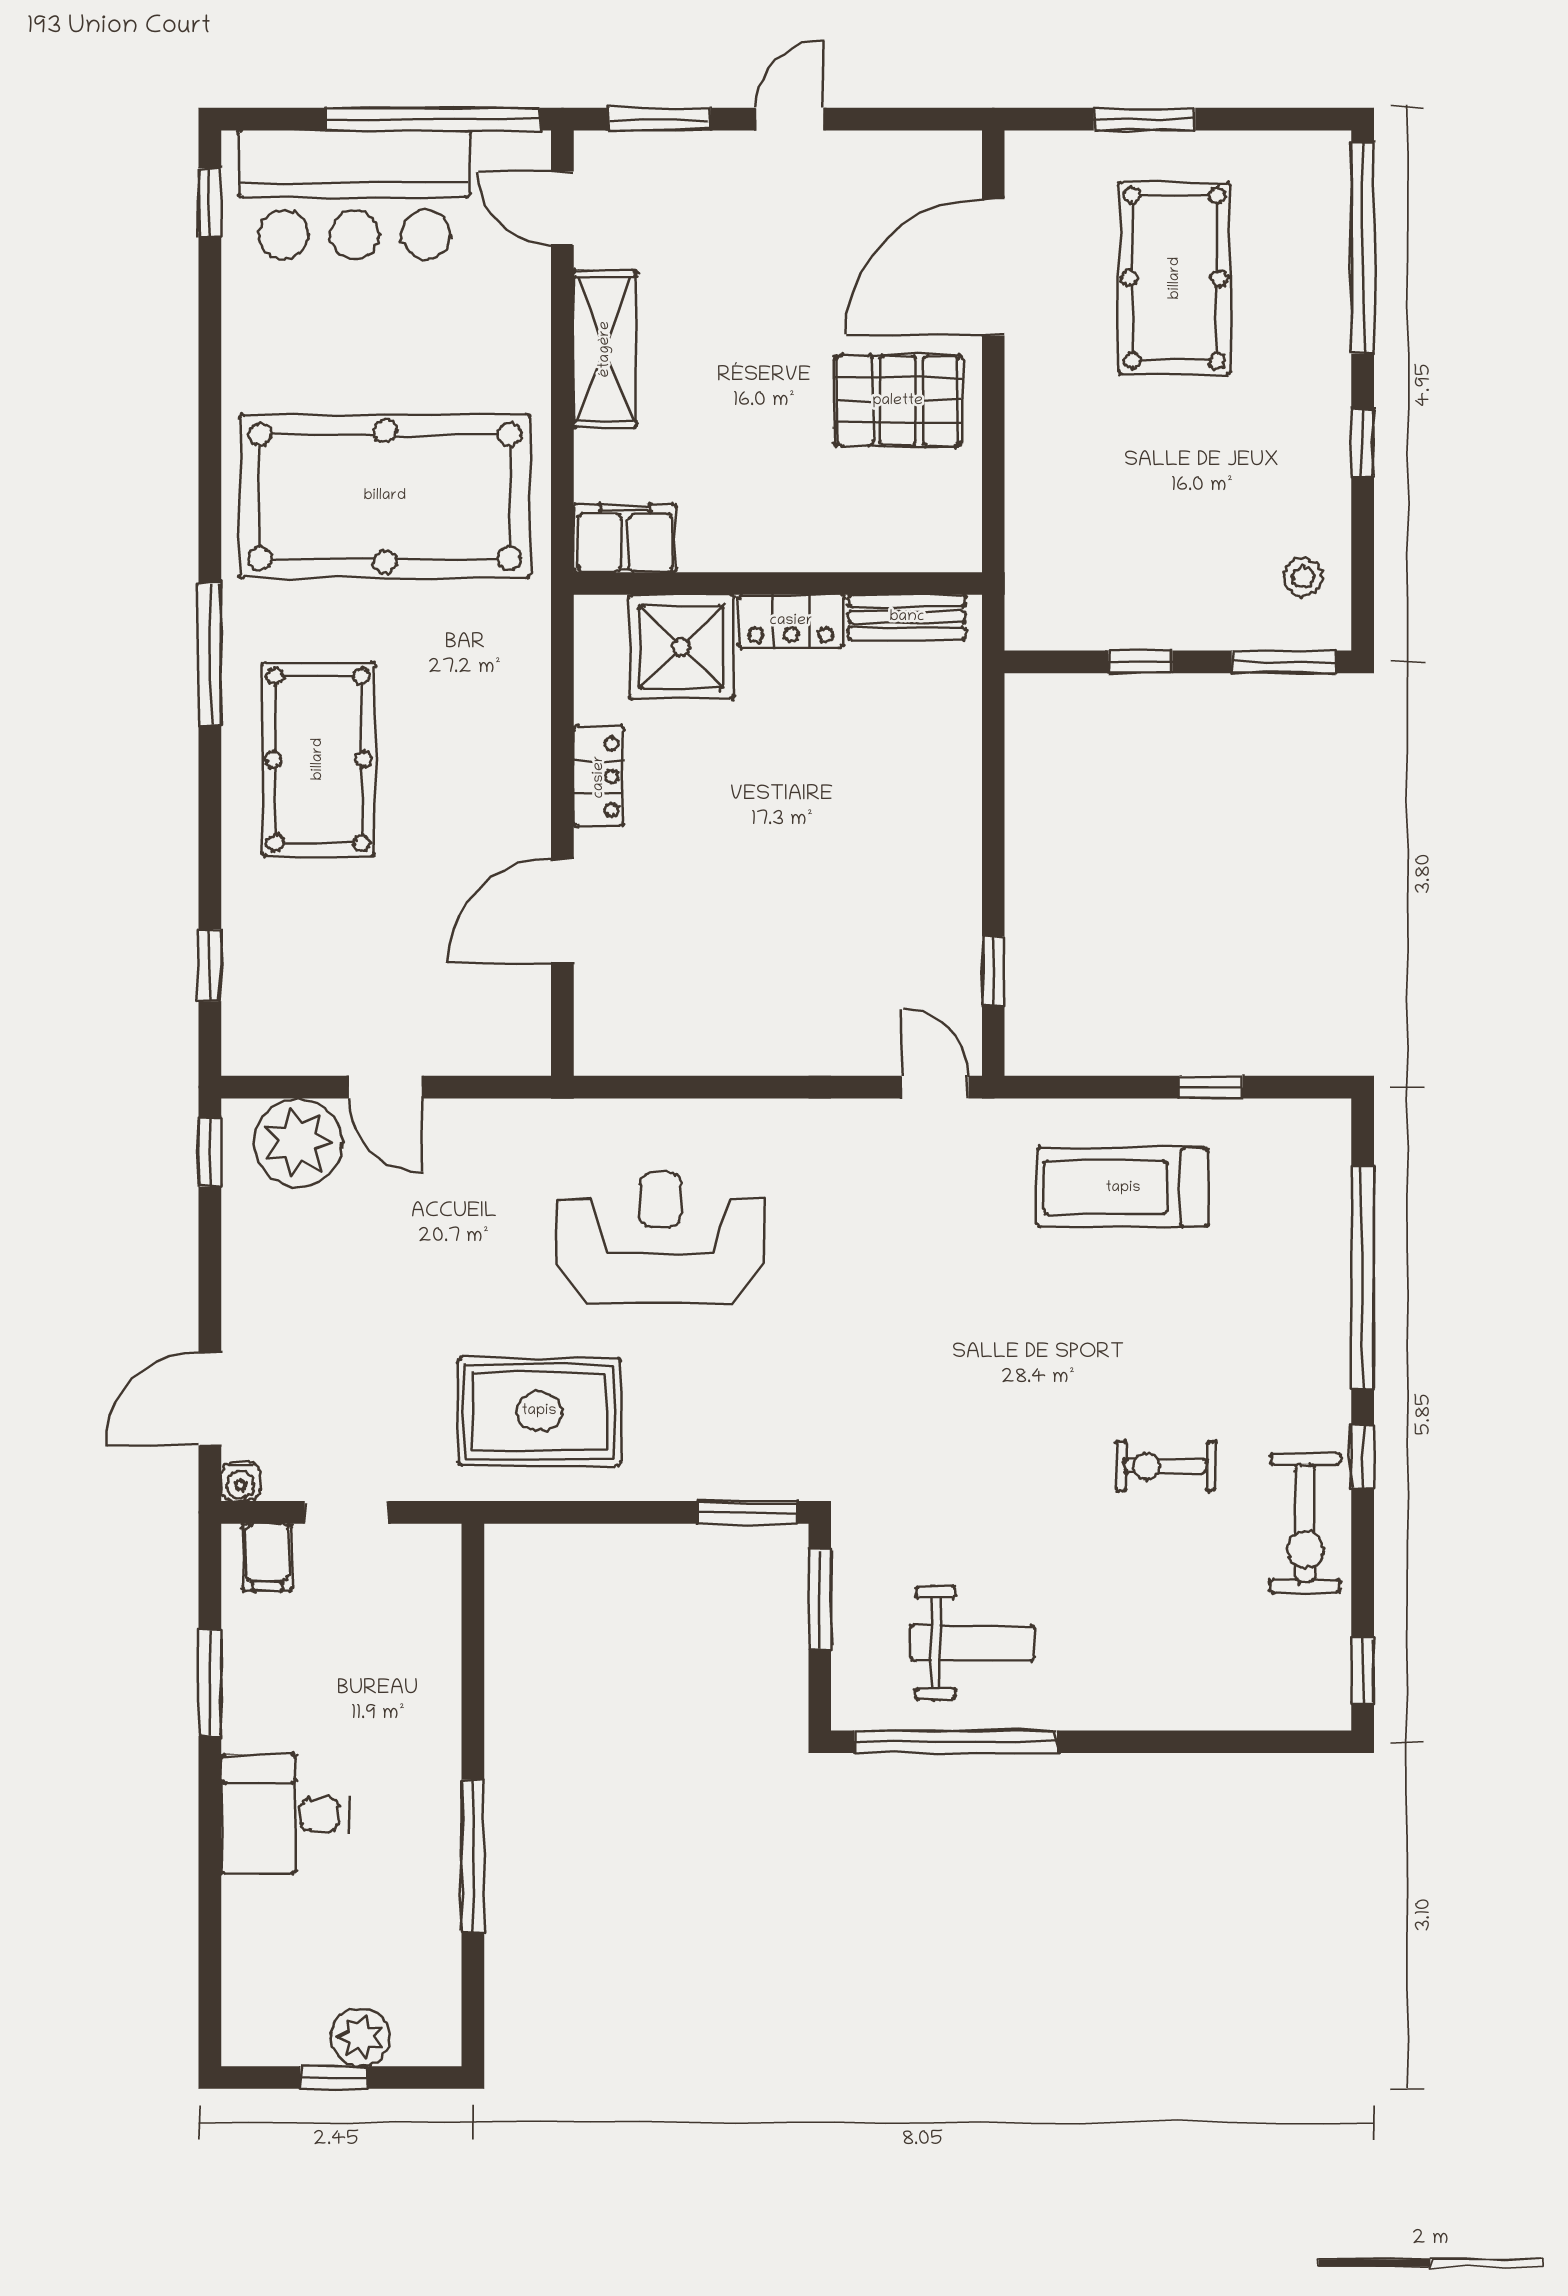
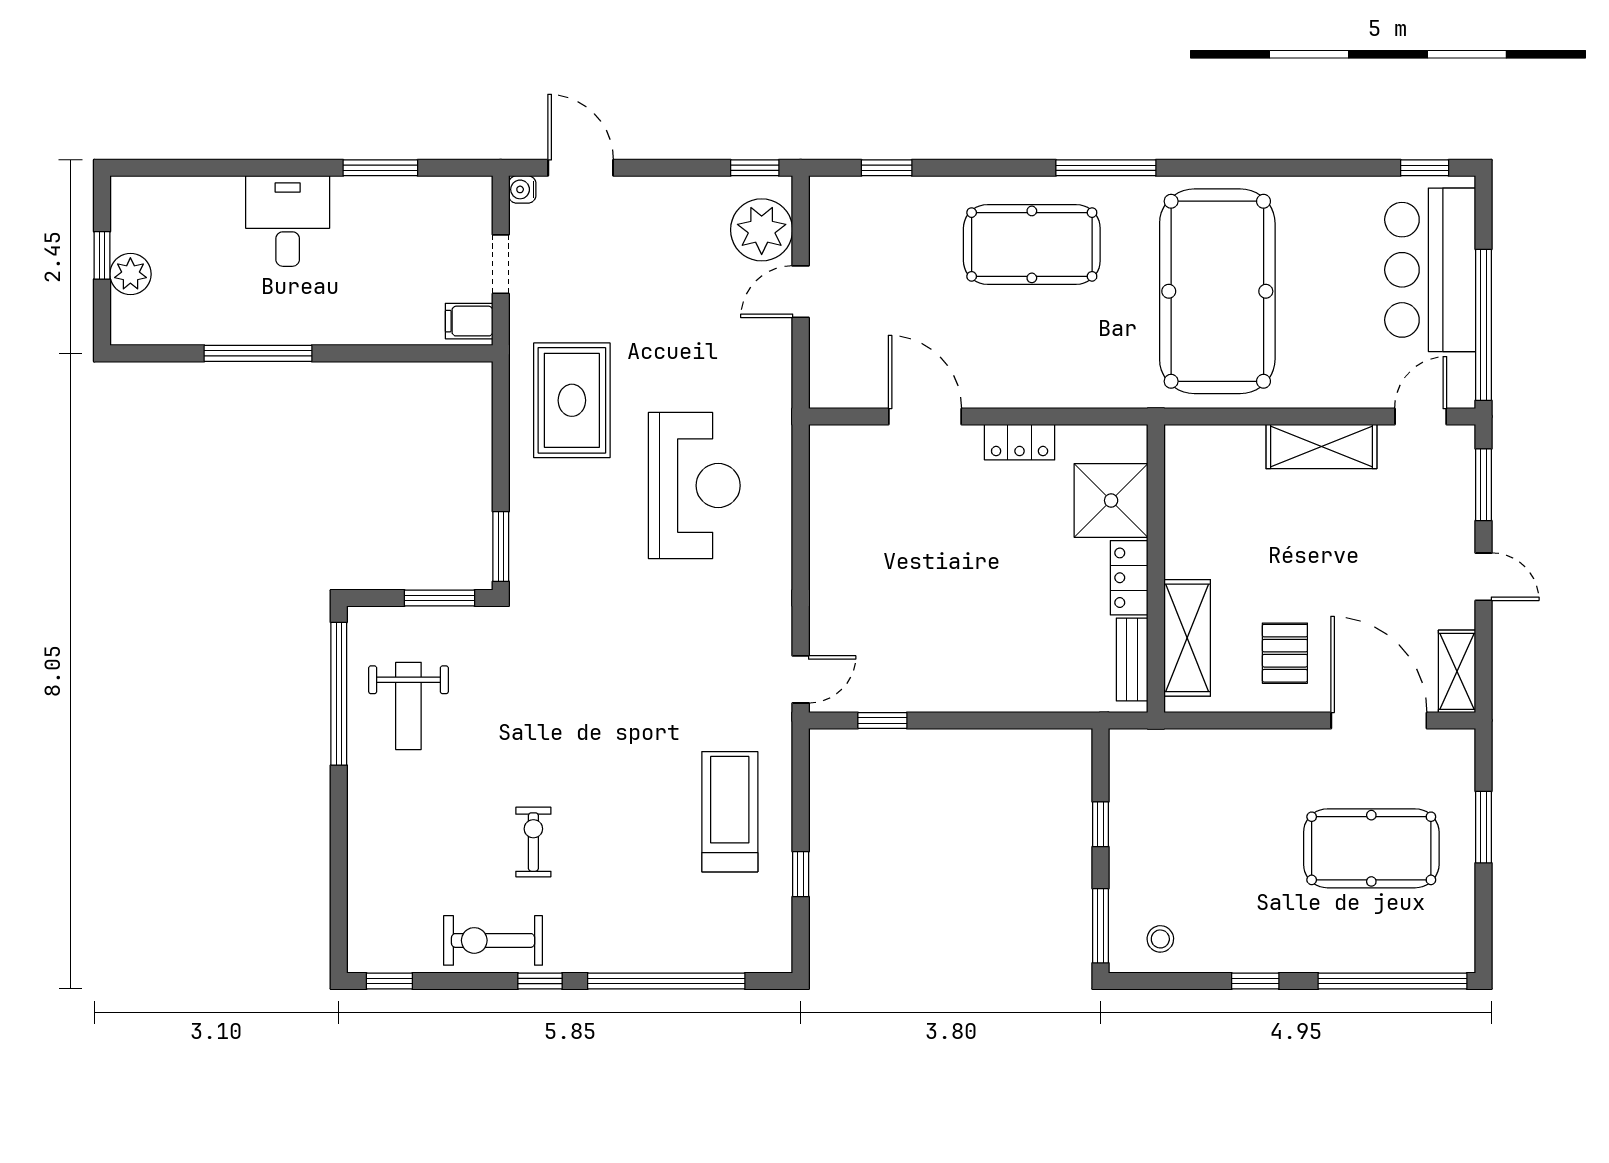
shelving: (924, 157) -> (1457, 671), added
pallet: (898, 401) -> (1285, 653), width x0.67, depth x0.71
filing cabinet: (625, 538) -> (1188, 461), removed
shelving: (876, 539) -> (1187, 638), added
filing cabinet: (267, 1557) -> (469, 321), moved

